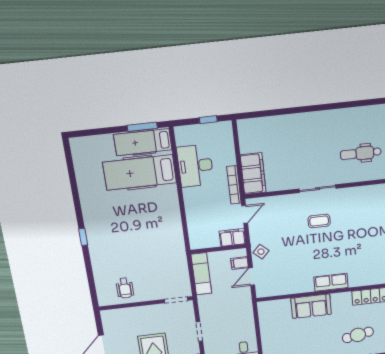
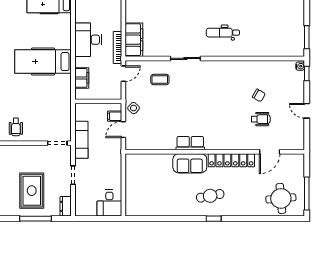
desk: (195, 166) -> (88, 40), moved
hospital bed: (140, 173) -> (43, 62), moved
coffee table: (319, 221) -> (160, 80), moved
filing cabinet: (232, 237) -> (82, 78), moved, turned 90
exam couch: (201, 274) -> (81, 140), moved
sofa: (311, 306) -> (190, 163), moved

